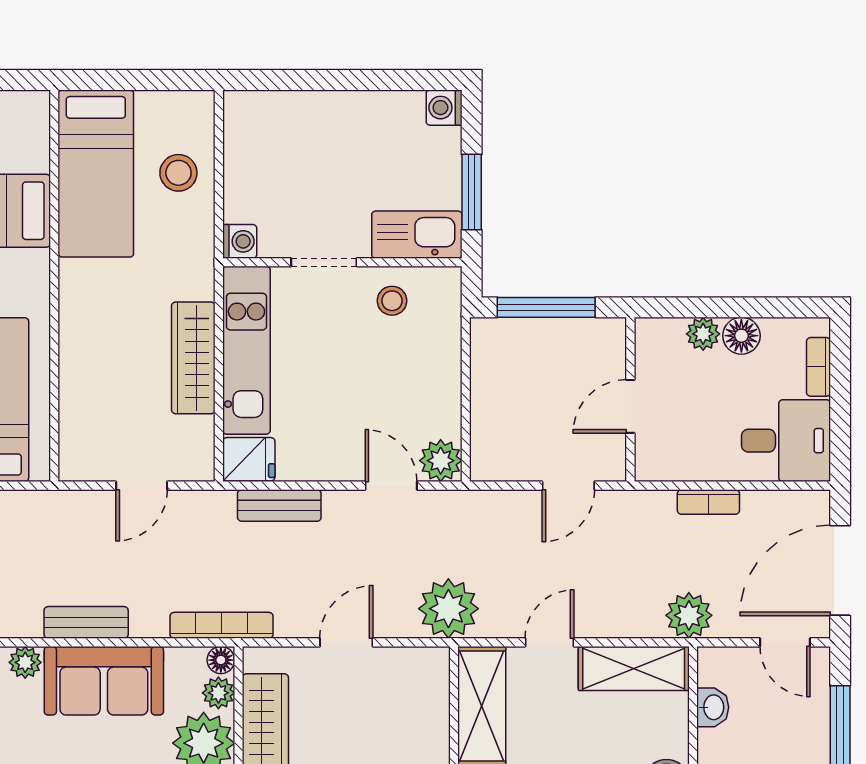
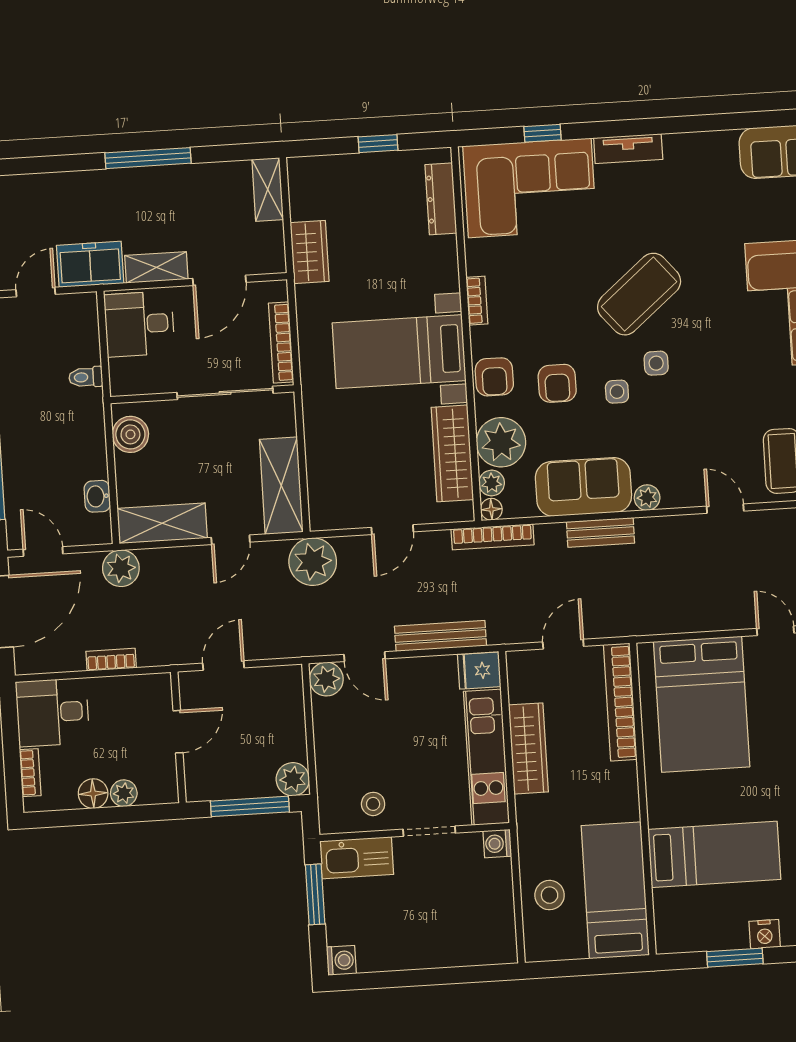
plant: (490, 338) -> (293, 779), added
bookcase: (75, 409) -> (620, 702), added
bench: (279, 505) -> (440, 636), width x1.36

